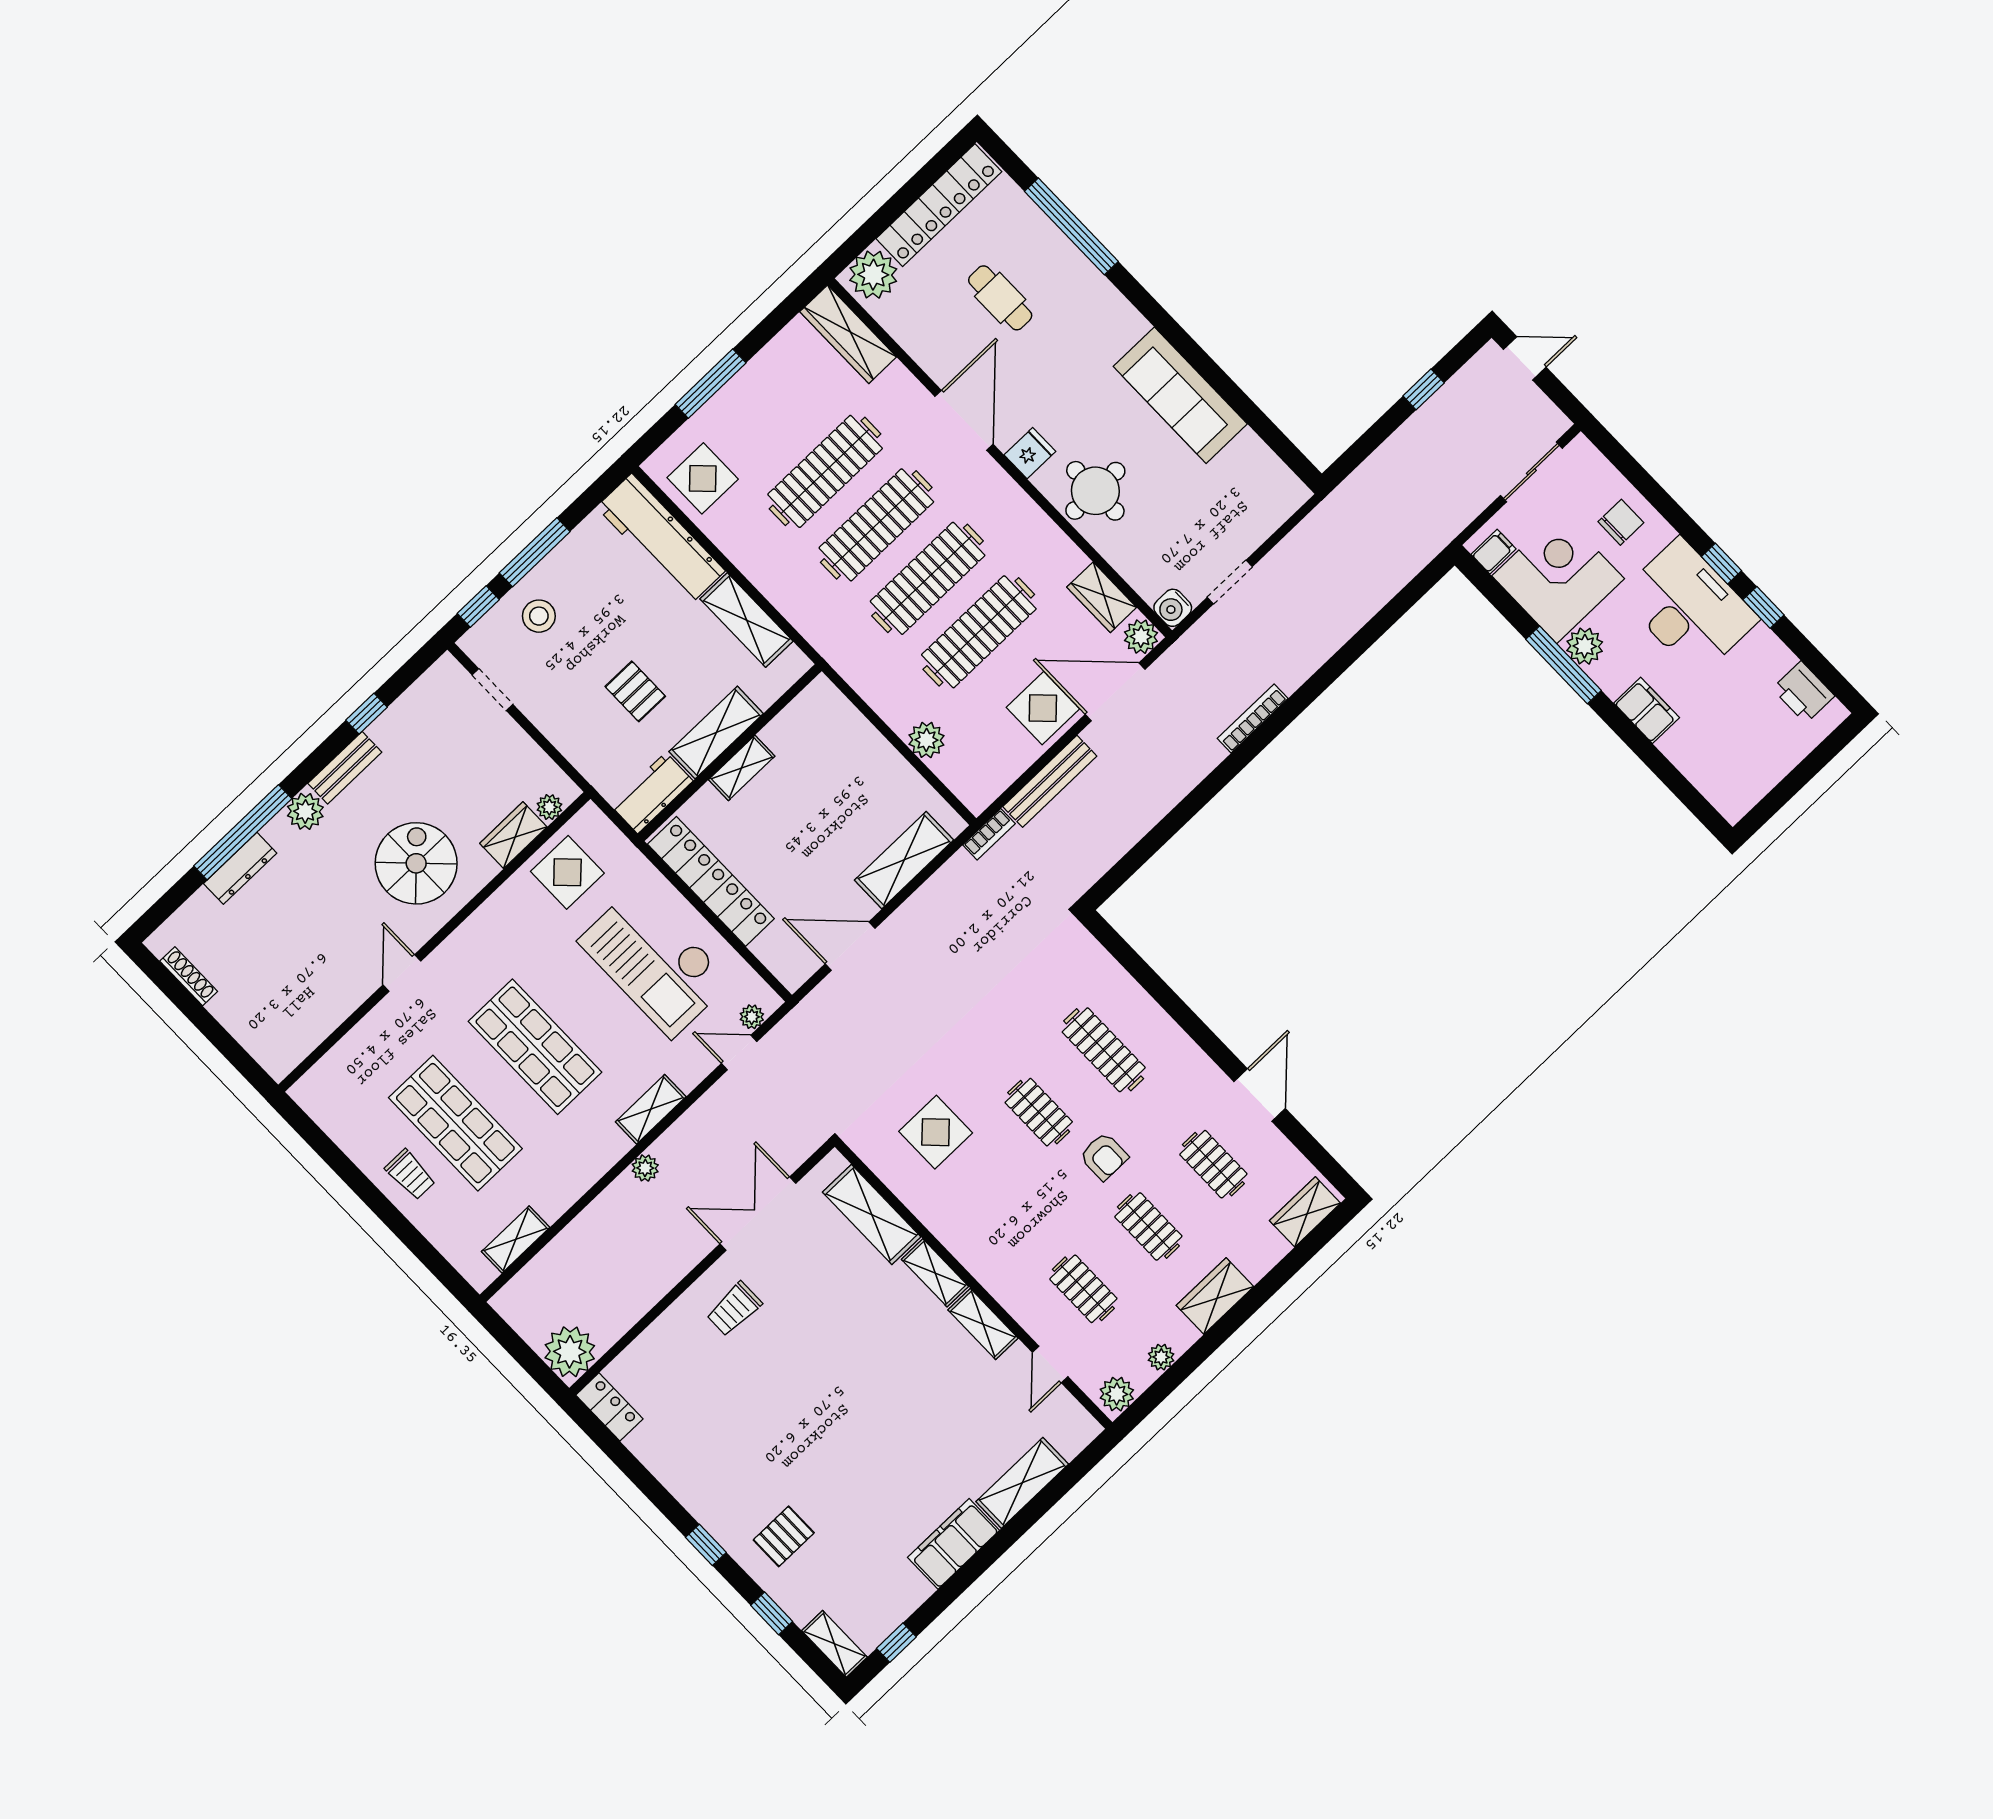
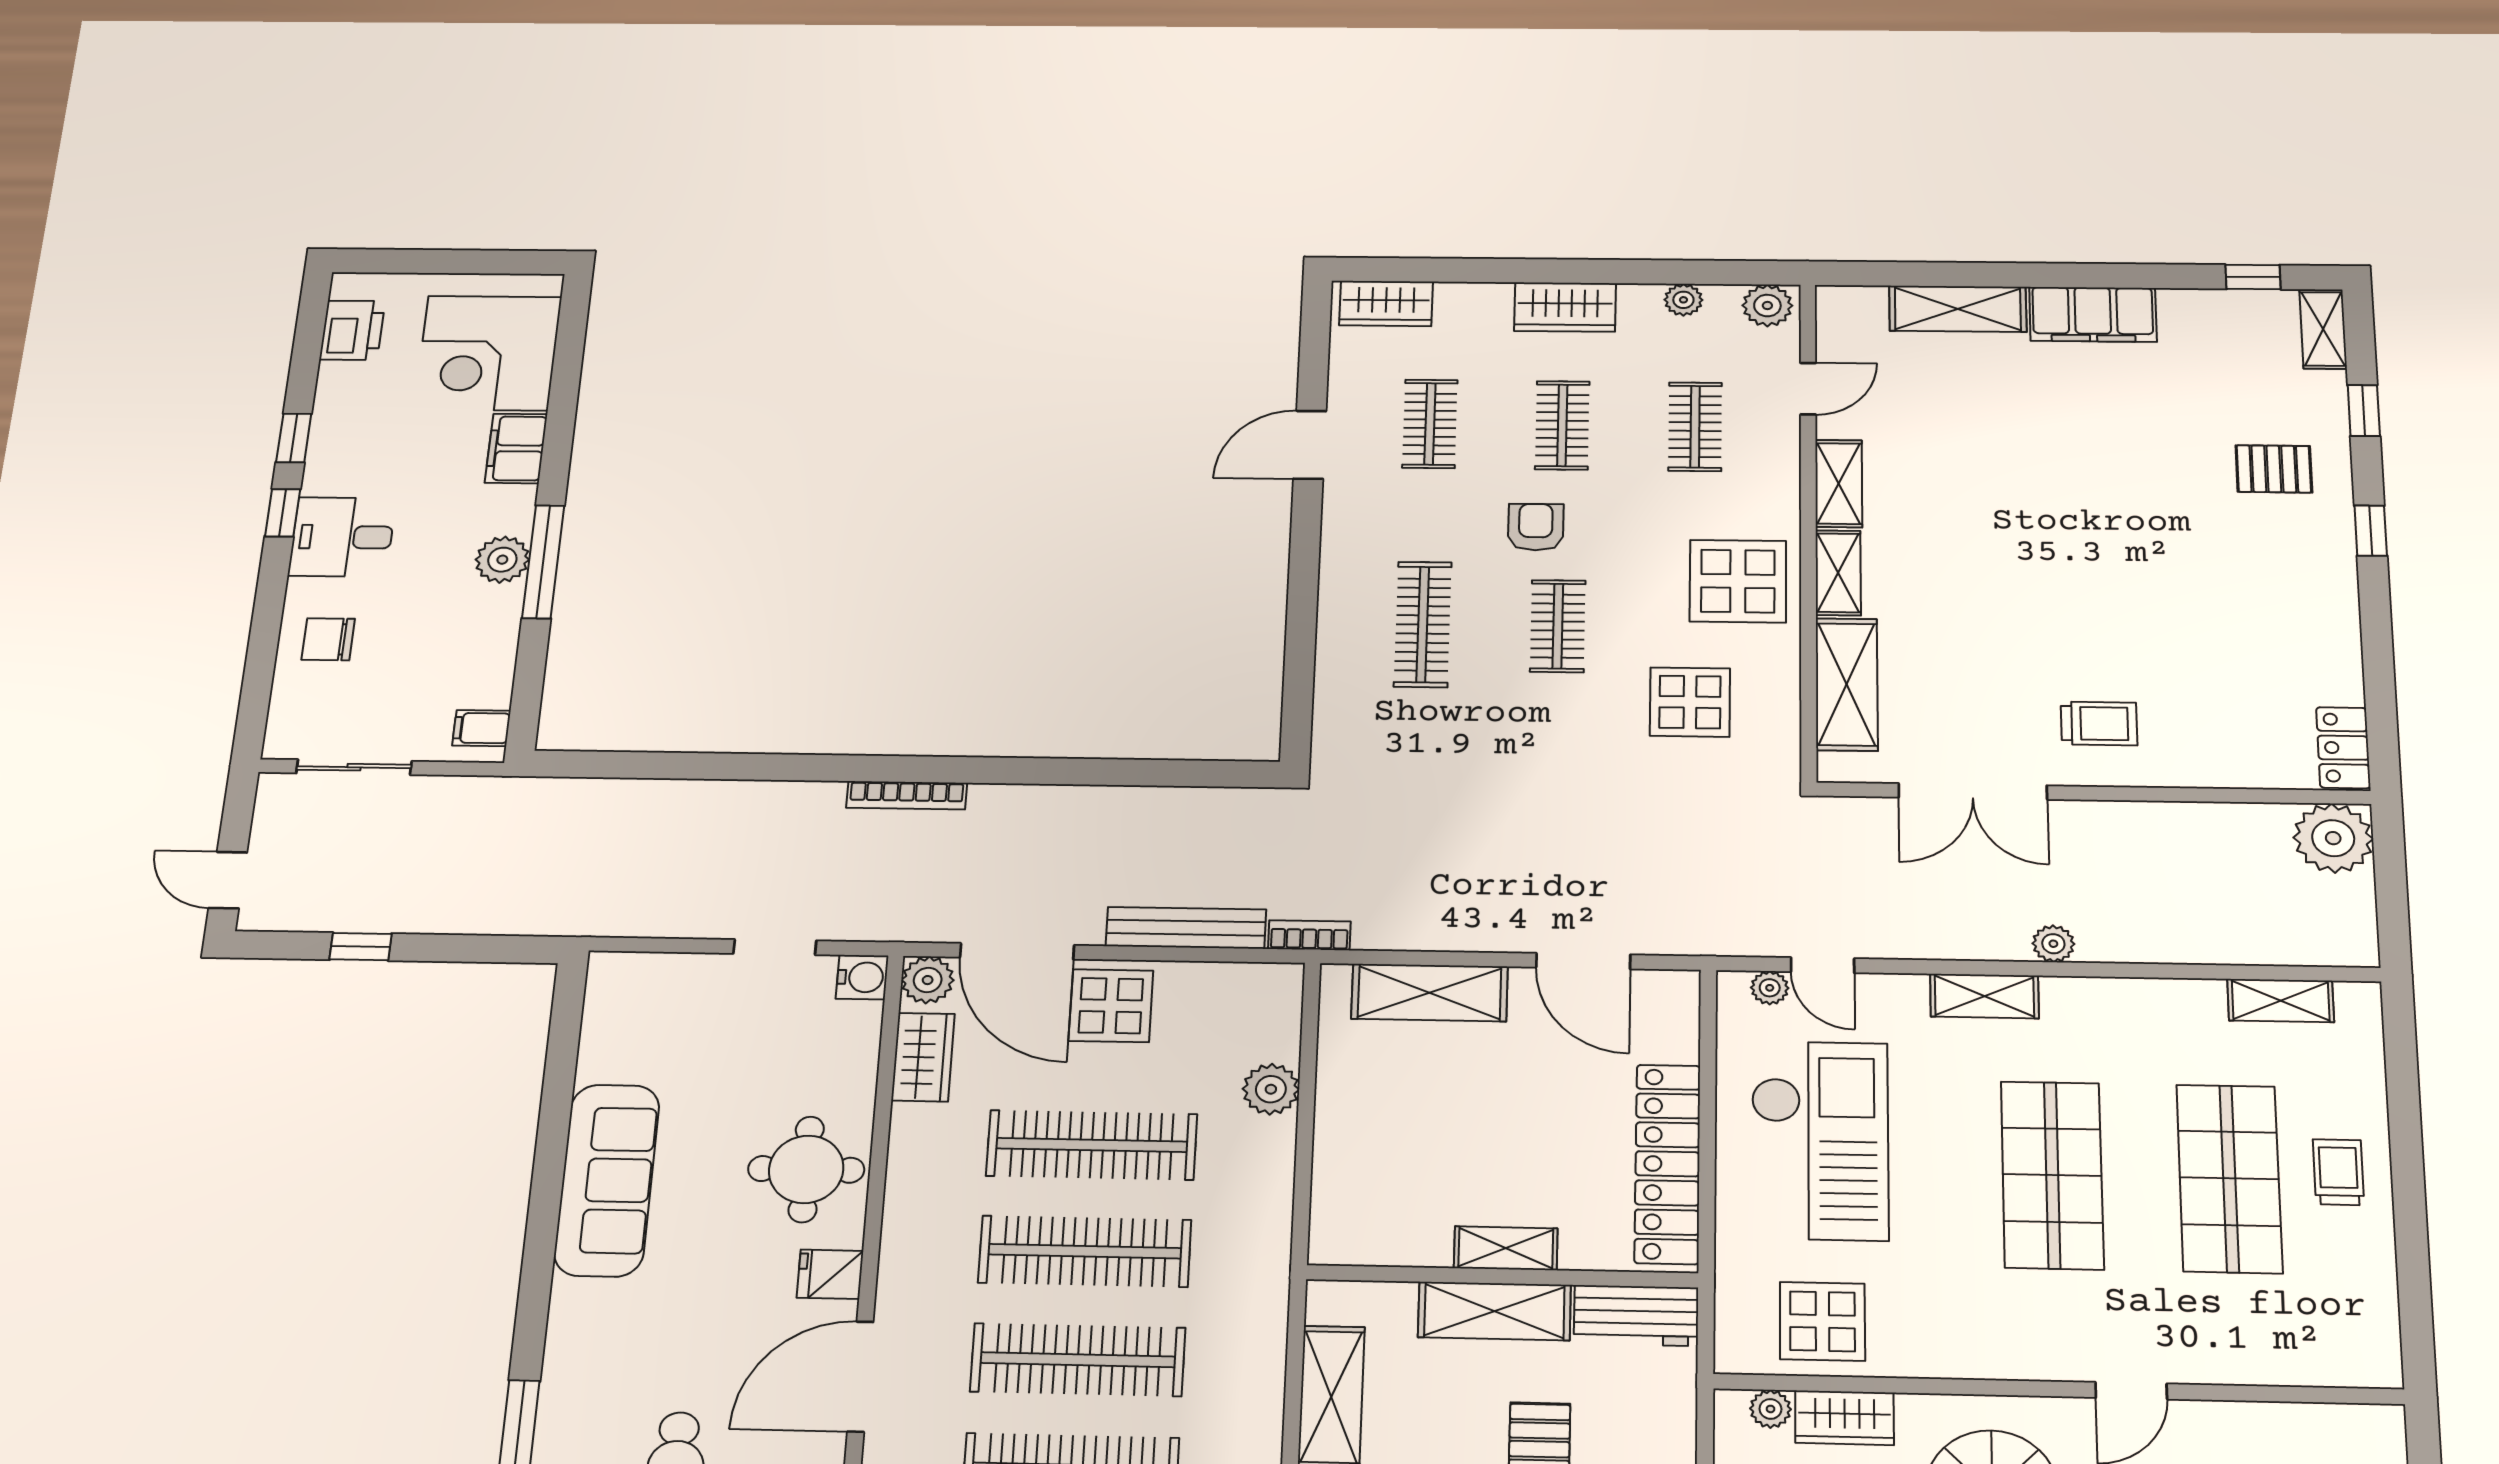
corner desk: (1558, 577) -> (488, 353), moved
desk: (1689, 607) -> (342, 537), width x0.53, depth x0.77
display table: (978, 1221) -> (1738, 581), added

